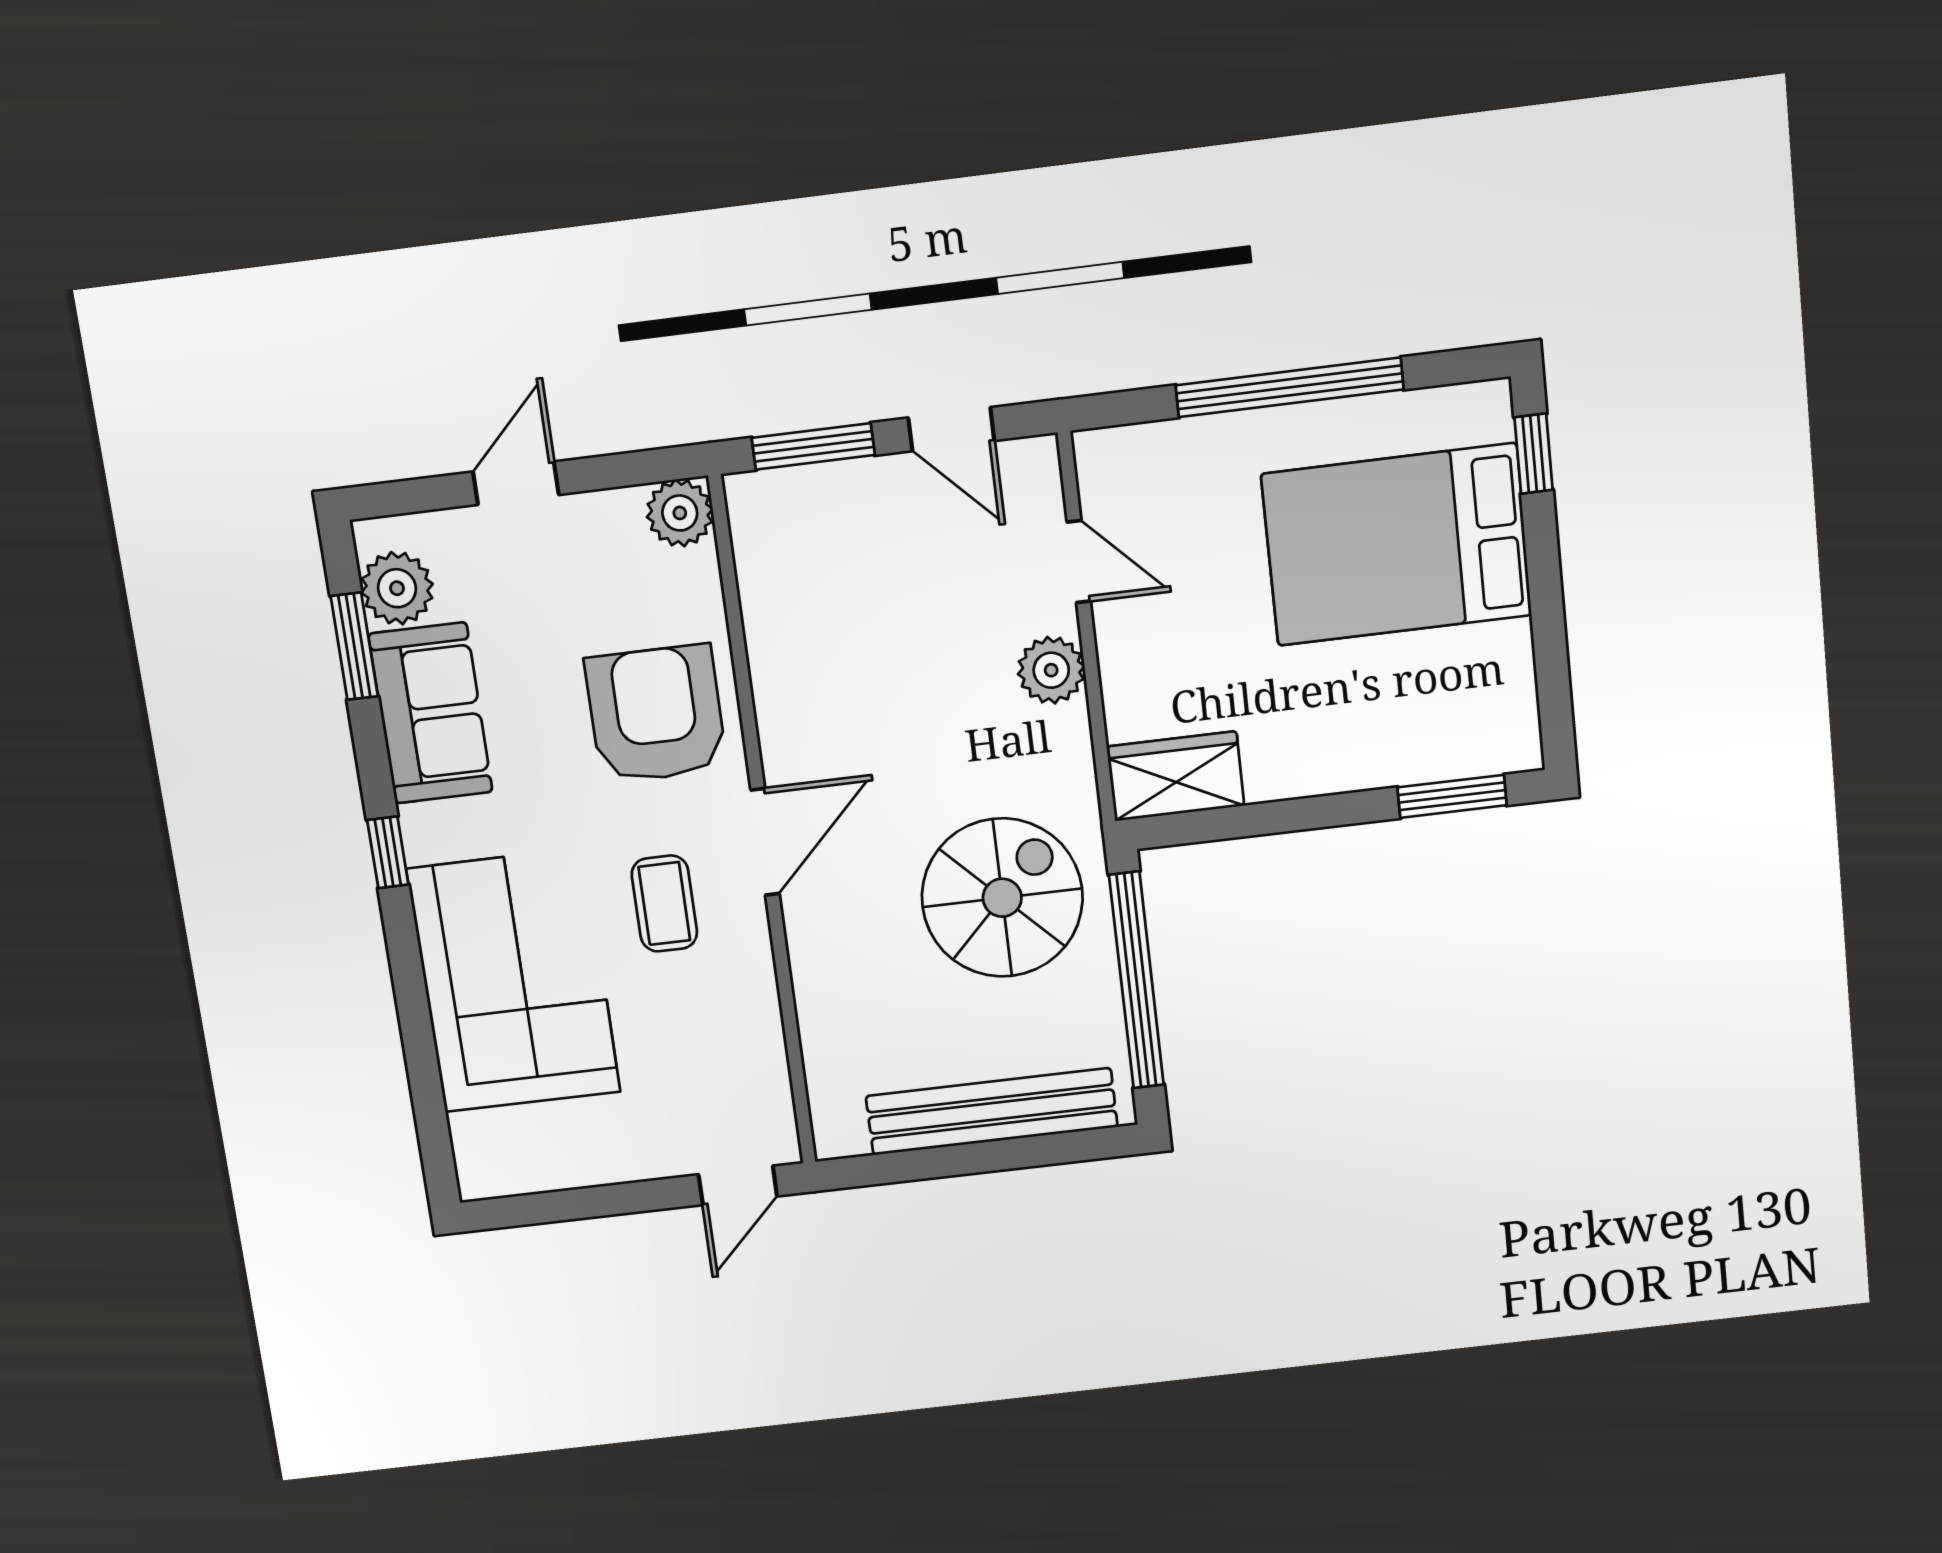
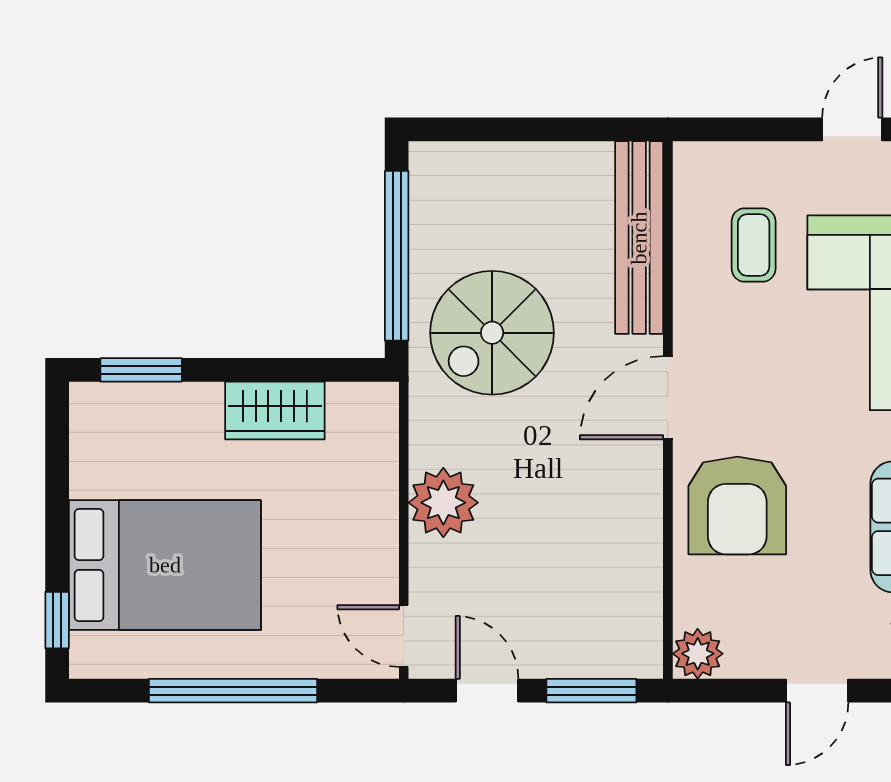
door: (1079, 562) -> (404, 636), moved
plant: (1051, 670) -> (443, 503), width x1.36, depth x1.36
wardrobe: (1175, 776) -> (275, 411), moved
coffee table: (664, 904) -> (754, 245), moved
bench: (992, 1112) -> (639, 238), moved, turned 90
door: (738, 1185) -> (852, 129), moved

